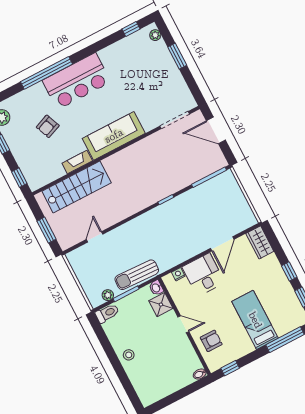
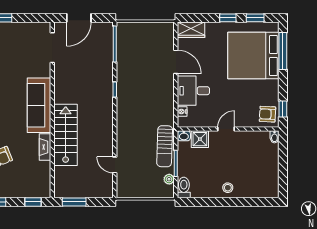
stairs: (77, 187) -> (66, 135), moved
window: (47, 230) -> (74, 202), moved
bed: (255, 320) -> (253, 56), width x2.04
armchair: (211, 341) -> (267, 114), moved, turned -87

